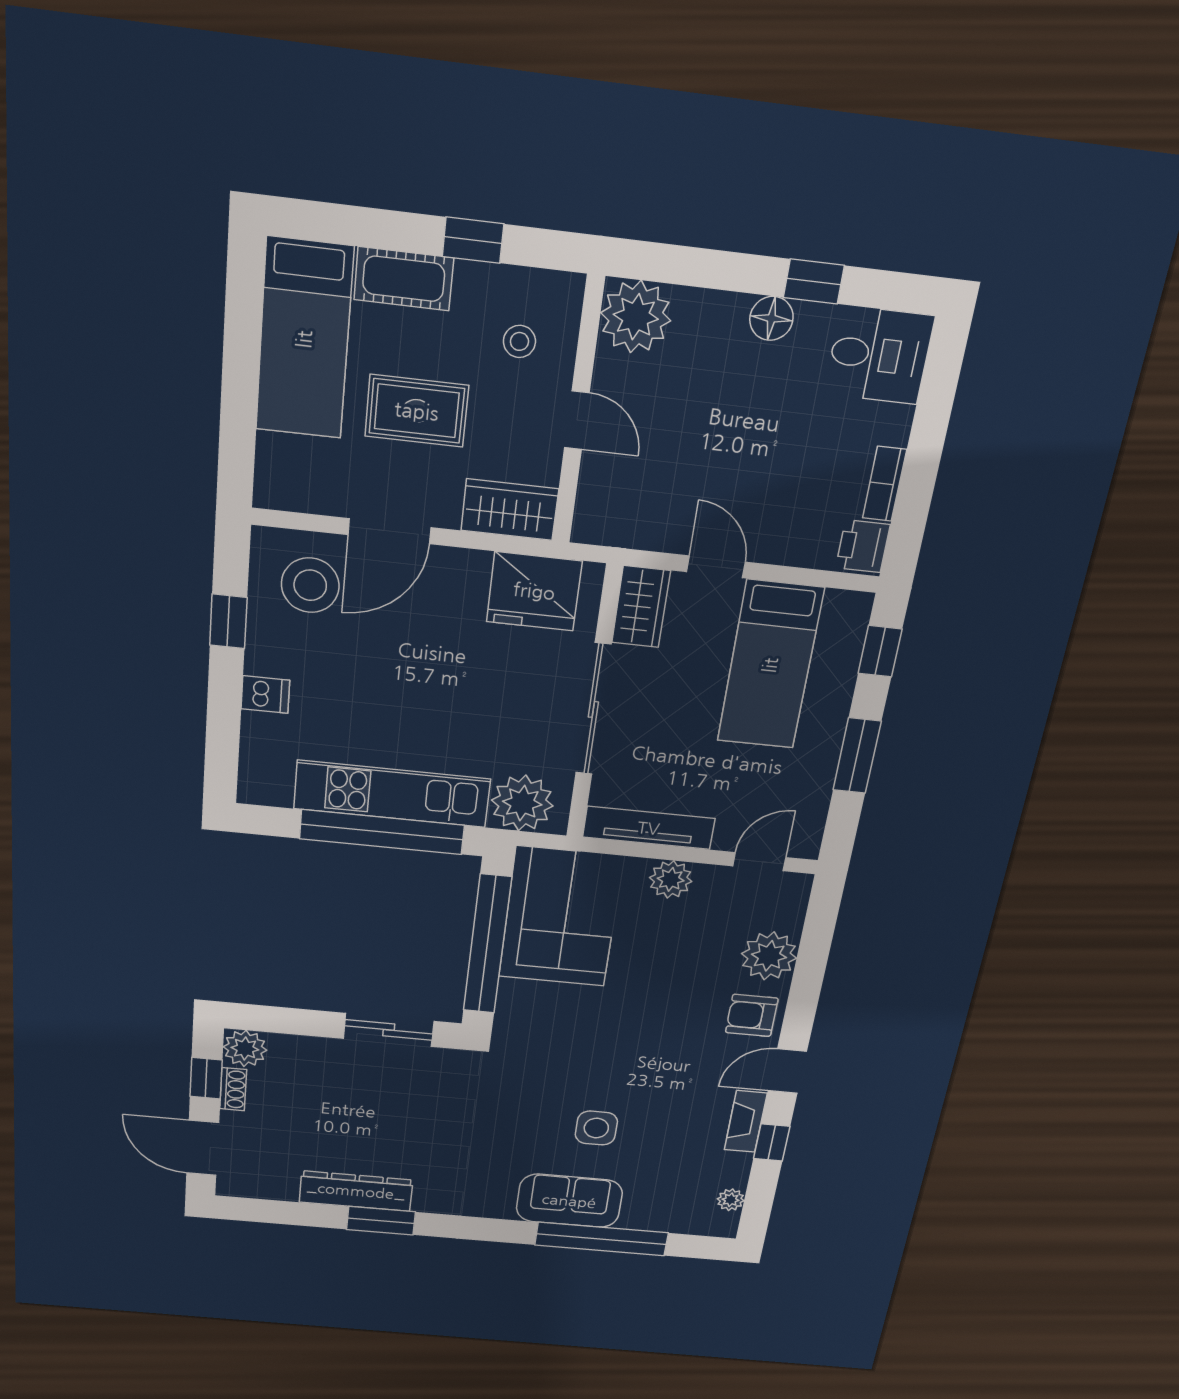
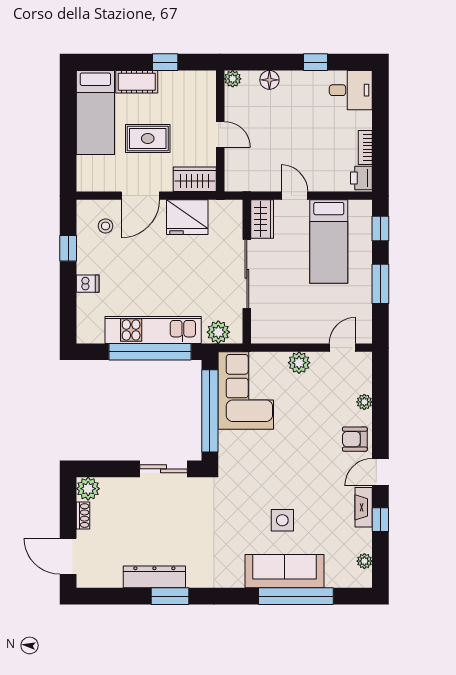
plant: (636, 317) -> (233, 79), width x0.53, depth x0.53
floor lamp: (771, 318) -> (269, 80), moved
stool: (519, 341) -> (190, 103), removed
stool: (310, 585) -> (106, 226), width x0.53, depth x0.53
fridge: (534, 591) -> (187, 217), moved
plant: (522, 803) -> (218, 332), width x0.73, depth x0.73
tv unit: (649, 828) -> (283, 335), removed
plant: (769, 956) -> (364, 402), width x0.53, depth x0.53
window: (206, 1078) -> (68, 510), removed
sofa: (569, 1201) -> (284, 571), width x1.36

